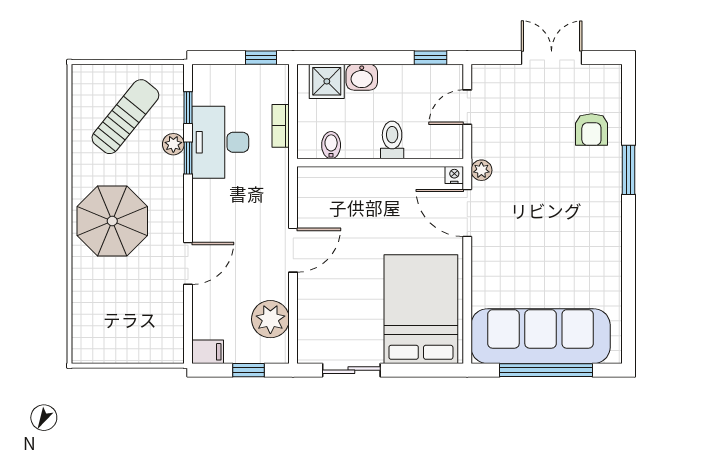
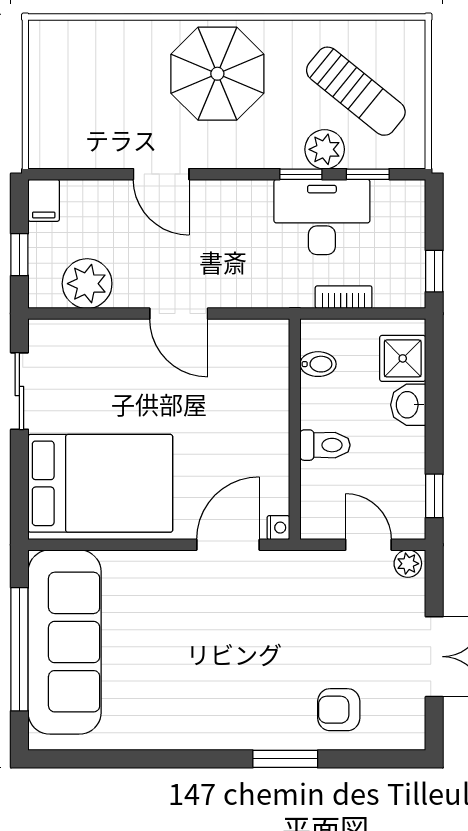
plant: (173, 144) -> (325, 149), width x1.38, depth x1.38
plant: (481, 170) -> (408, 564), moved

